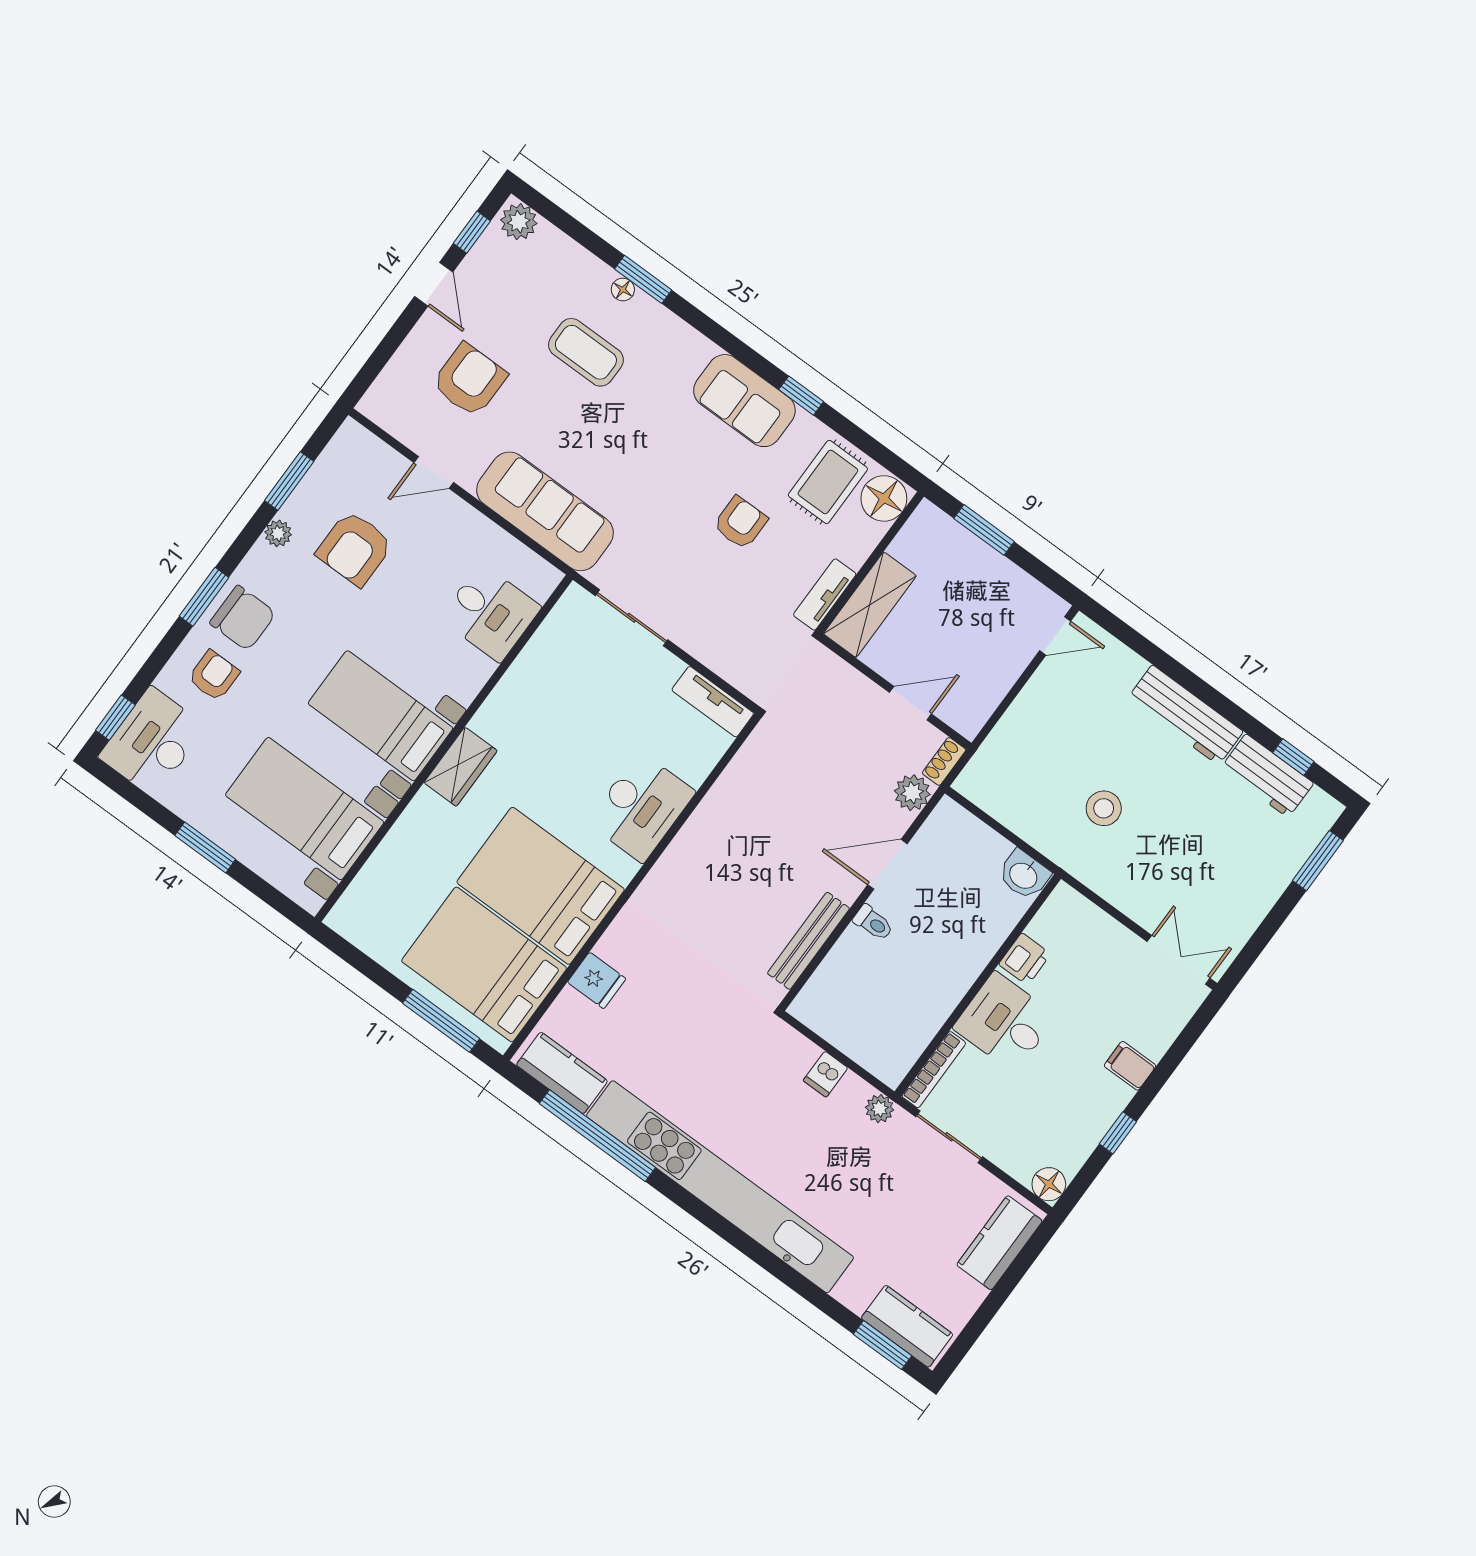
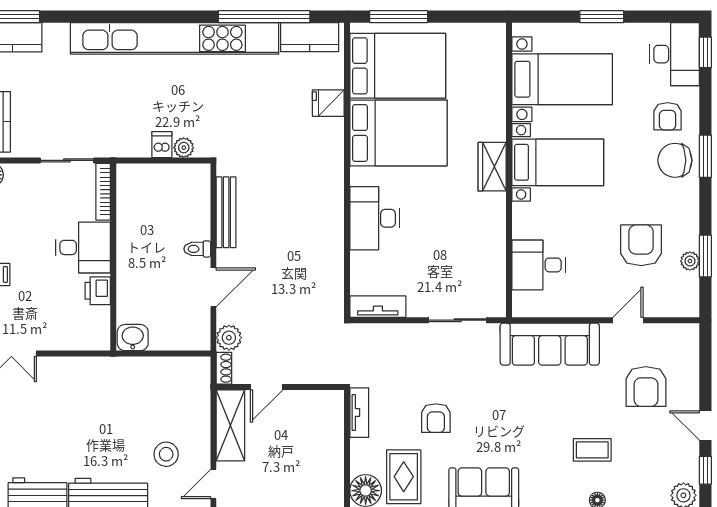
coffee table: (586, 352) -> (592, 450), width x0.73, depth x0.77
plant: (278, 533) -> (690, 261), moved
shelving: (870, 605) -> (230, 425), moved
stool: (1104, 808) -> (166, 454), moved
plant: (880, 1109) -> (184, 148), moved

